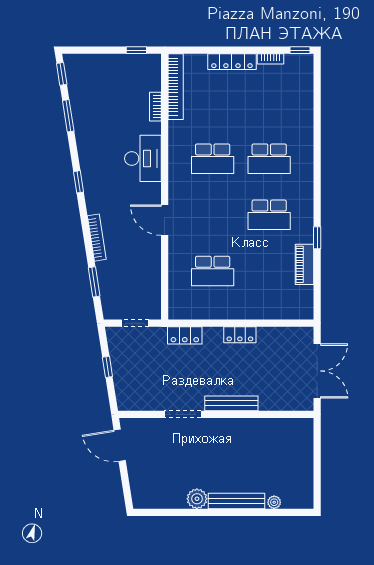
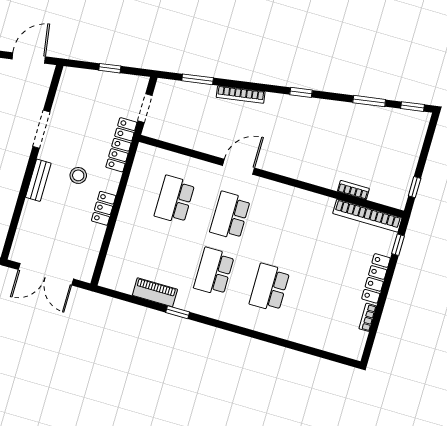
window: (300, 50) -> (398, 245), moved
desk: (143, 158) -> (306, 163), removed
school desk: (213, 159) -> (230, 216), moved
locker: (185, 335) -> (121, 145), width x1.53
stool: (216, 367) -> (78, 175), added
bench: (231, 403) -> (38, 180), width x0.73

